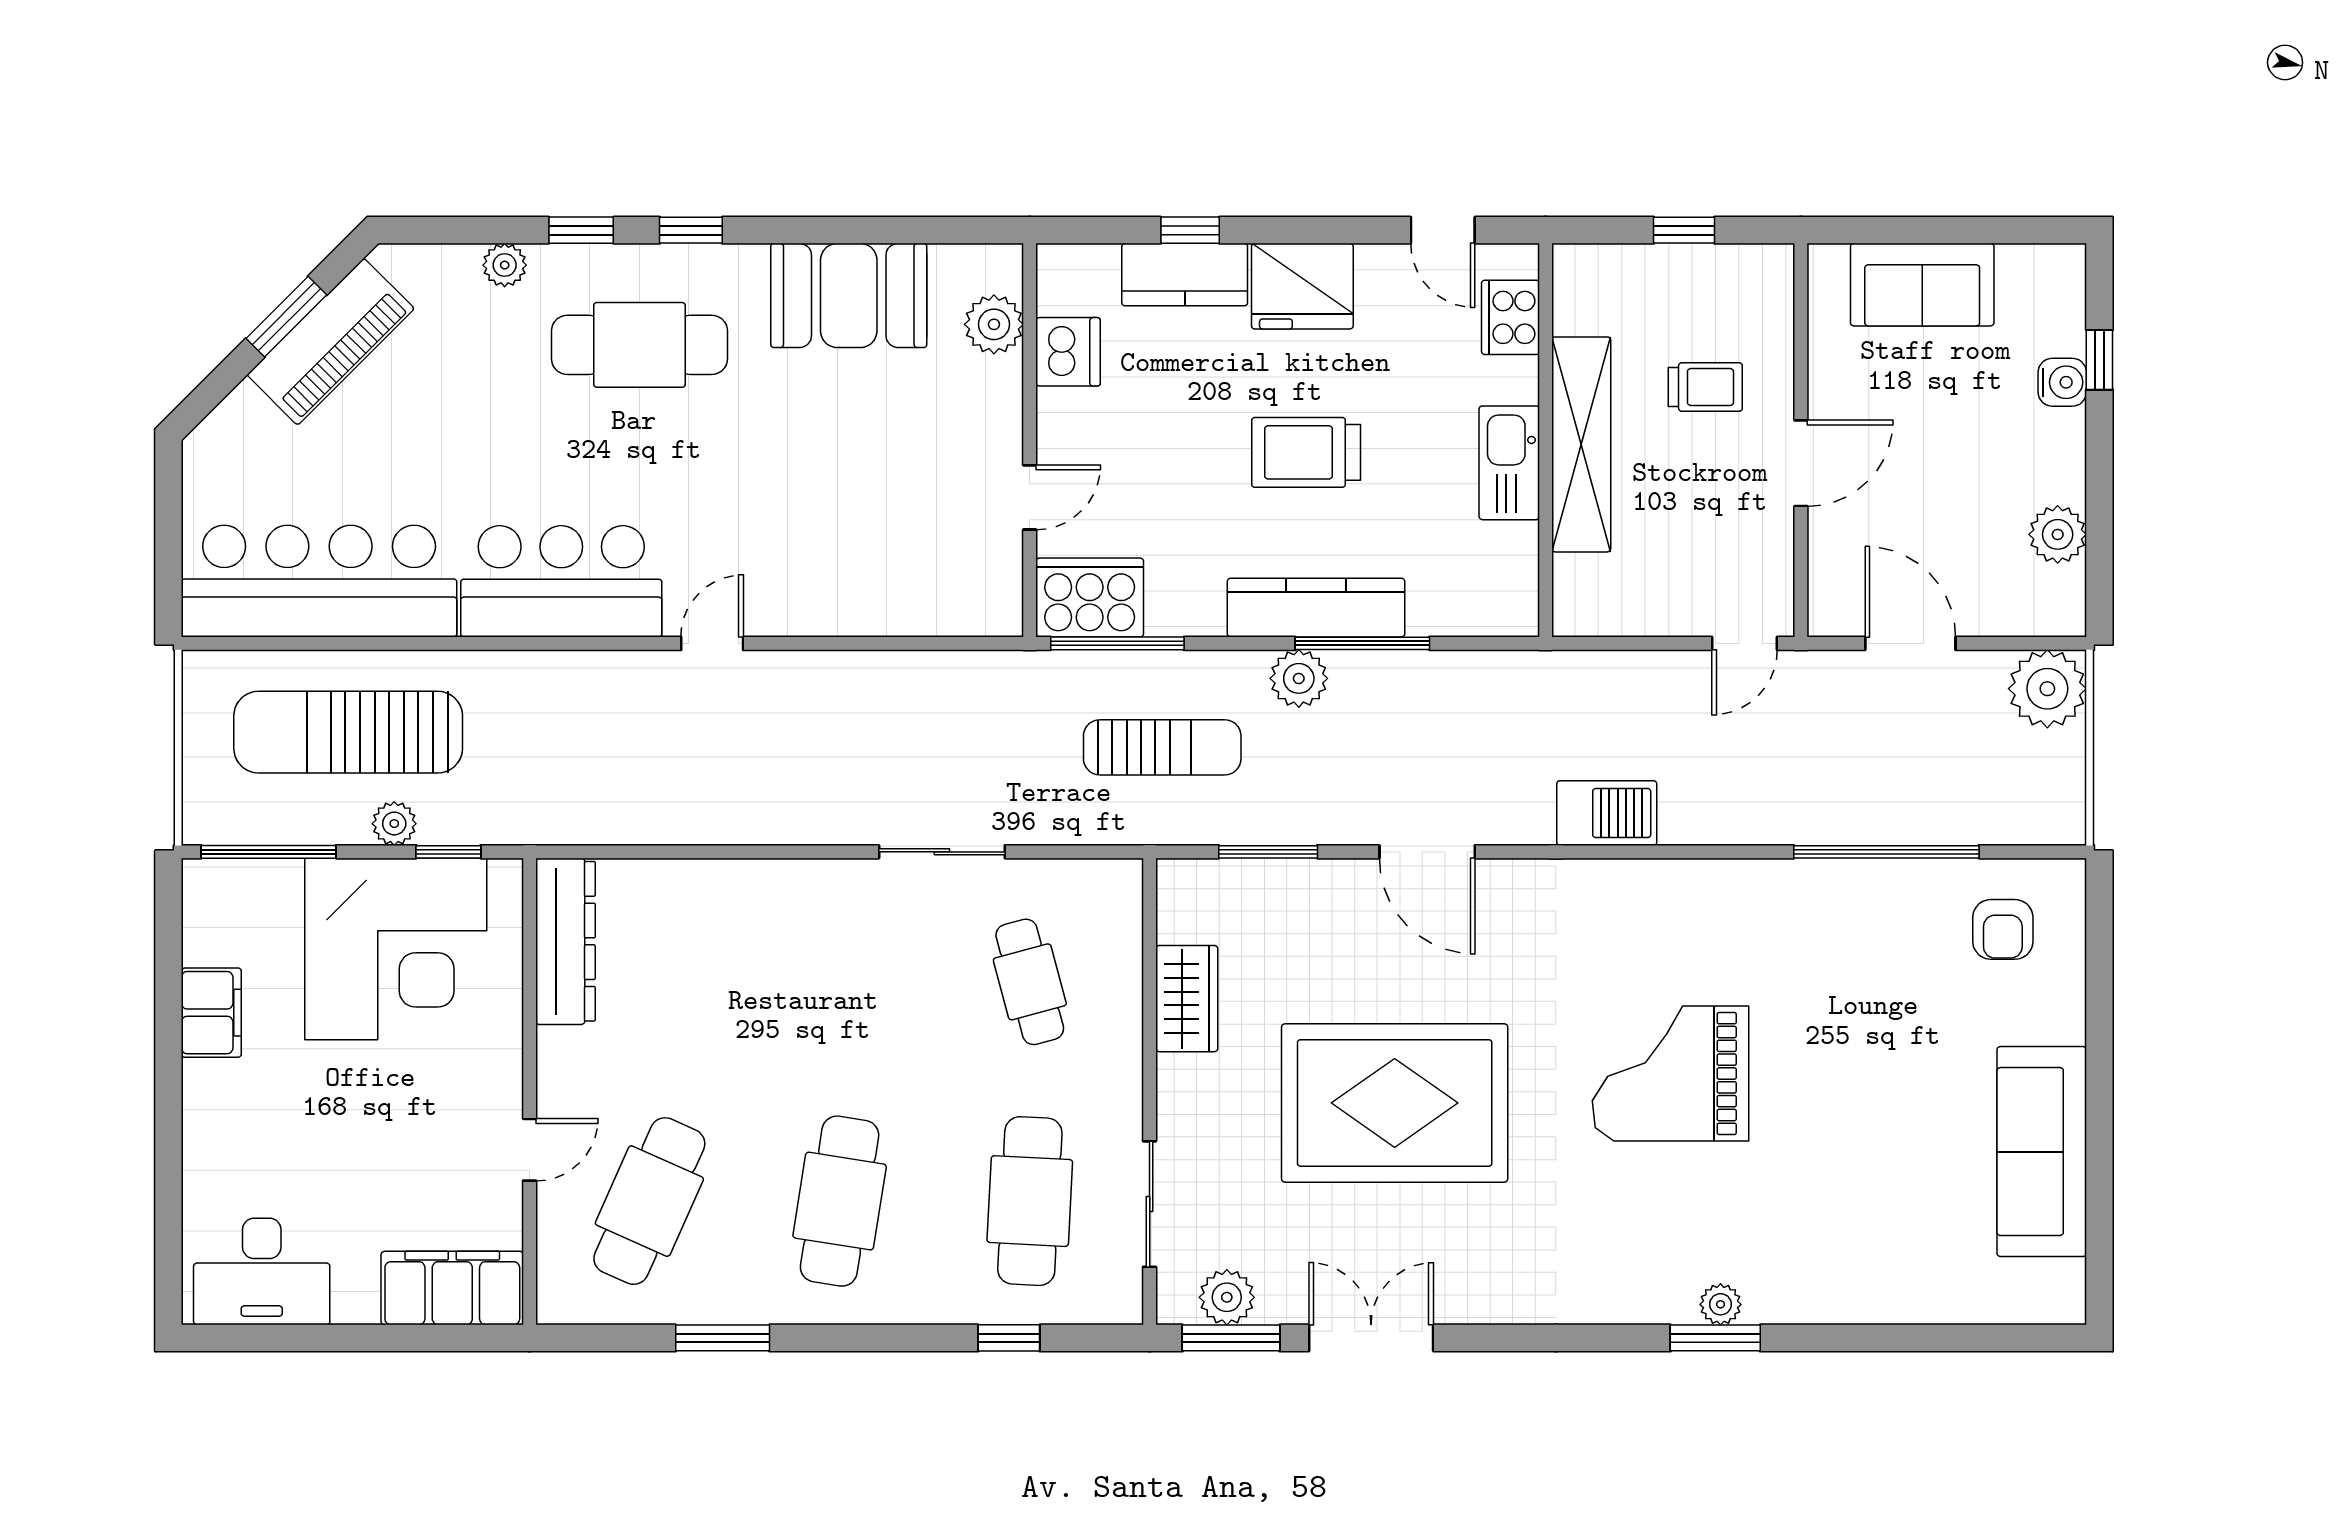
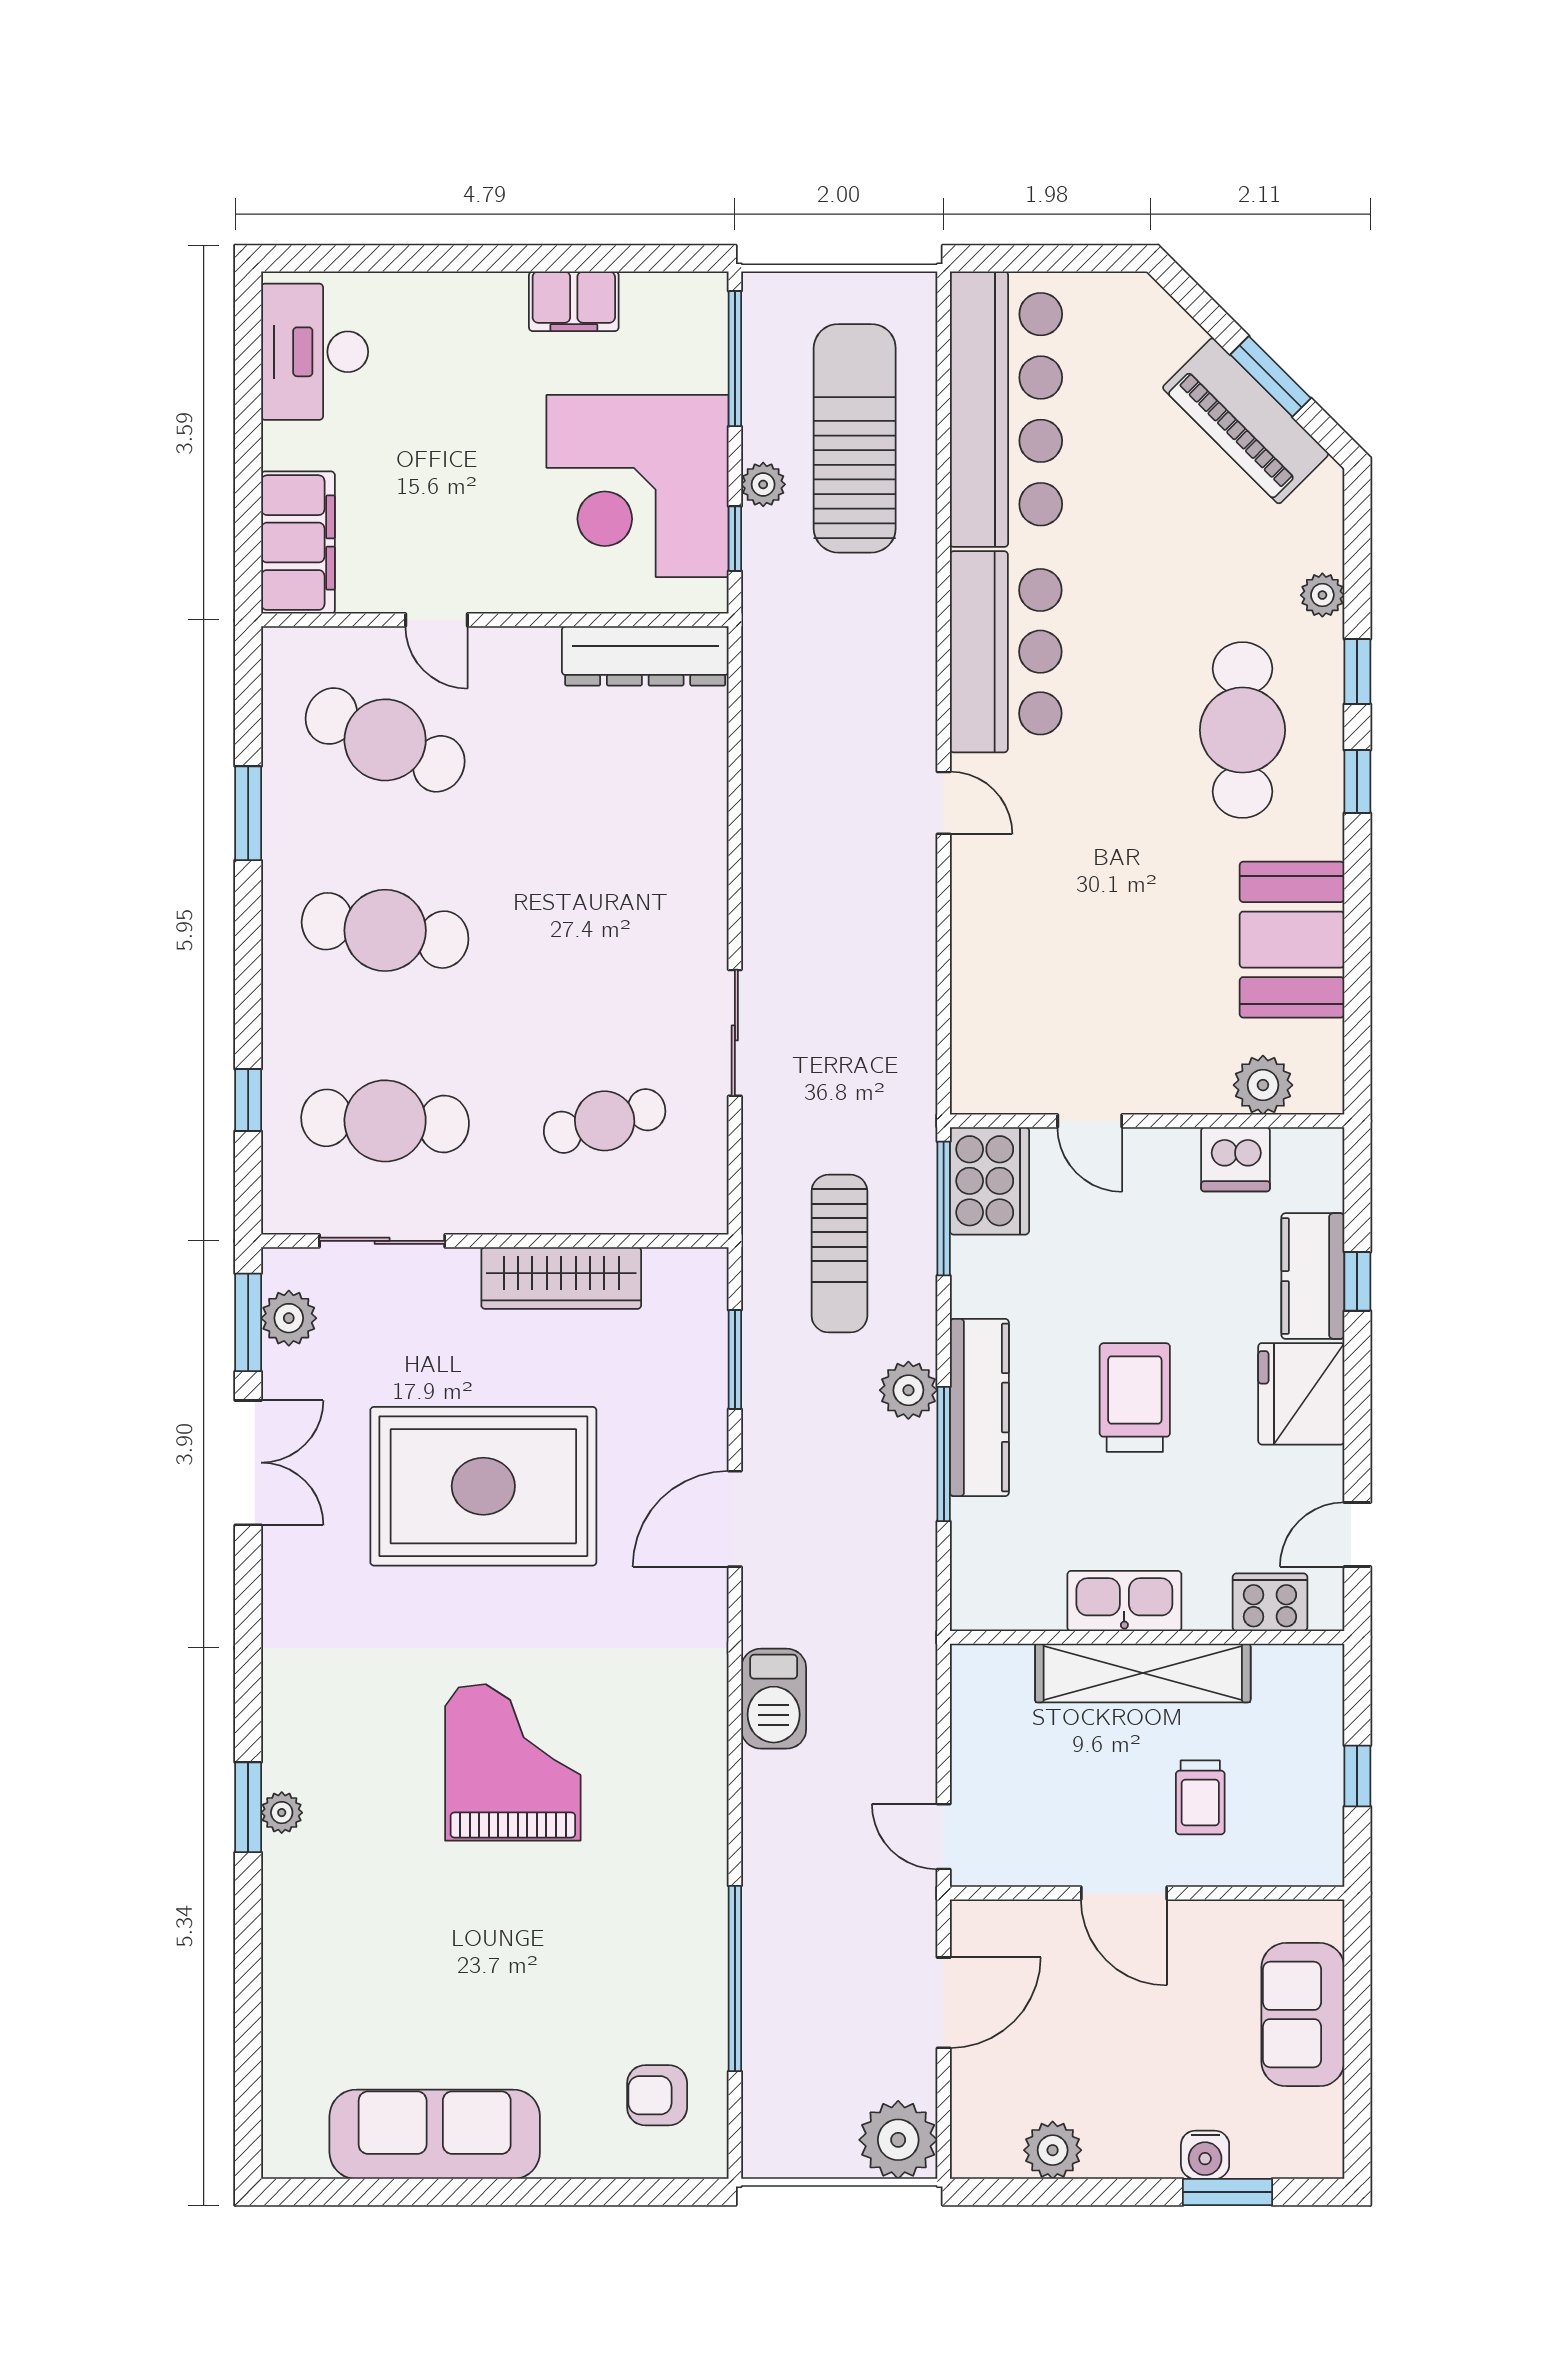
window: (2099, 360) -> (1227, 2192), width x1.50
wardrobe: (1187, 999) -> (561, 1278), width x1.50
rug: (1395, 1103) -> (483, 1486), turned 90

